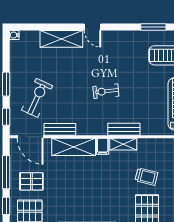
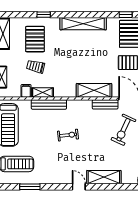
bench: (124, 129) -> (49, 104), width x1.36
shelving: (123, 144) -> (43, 92), moved
filing cabinet: (103, 146) -> (26, 91), moved

